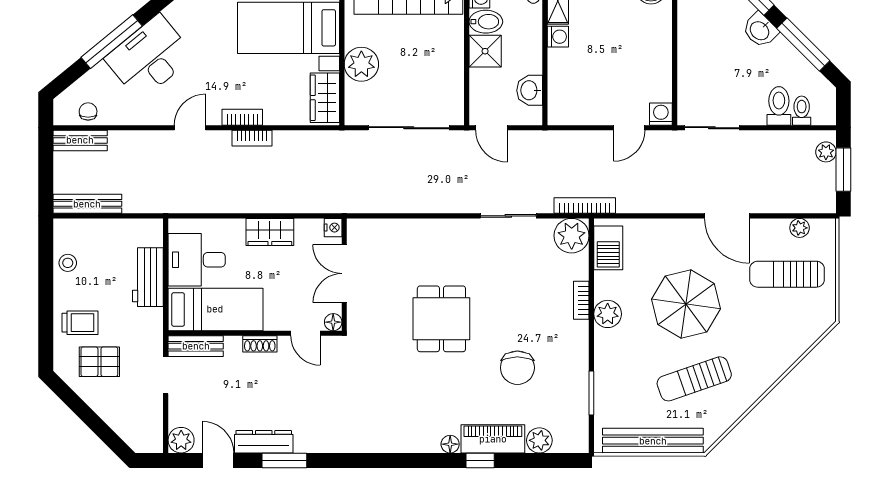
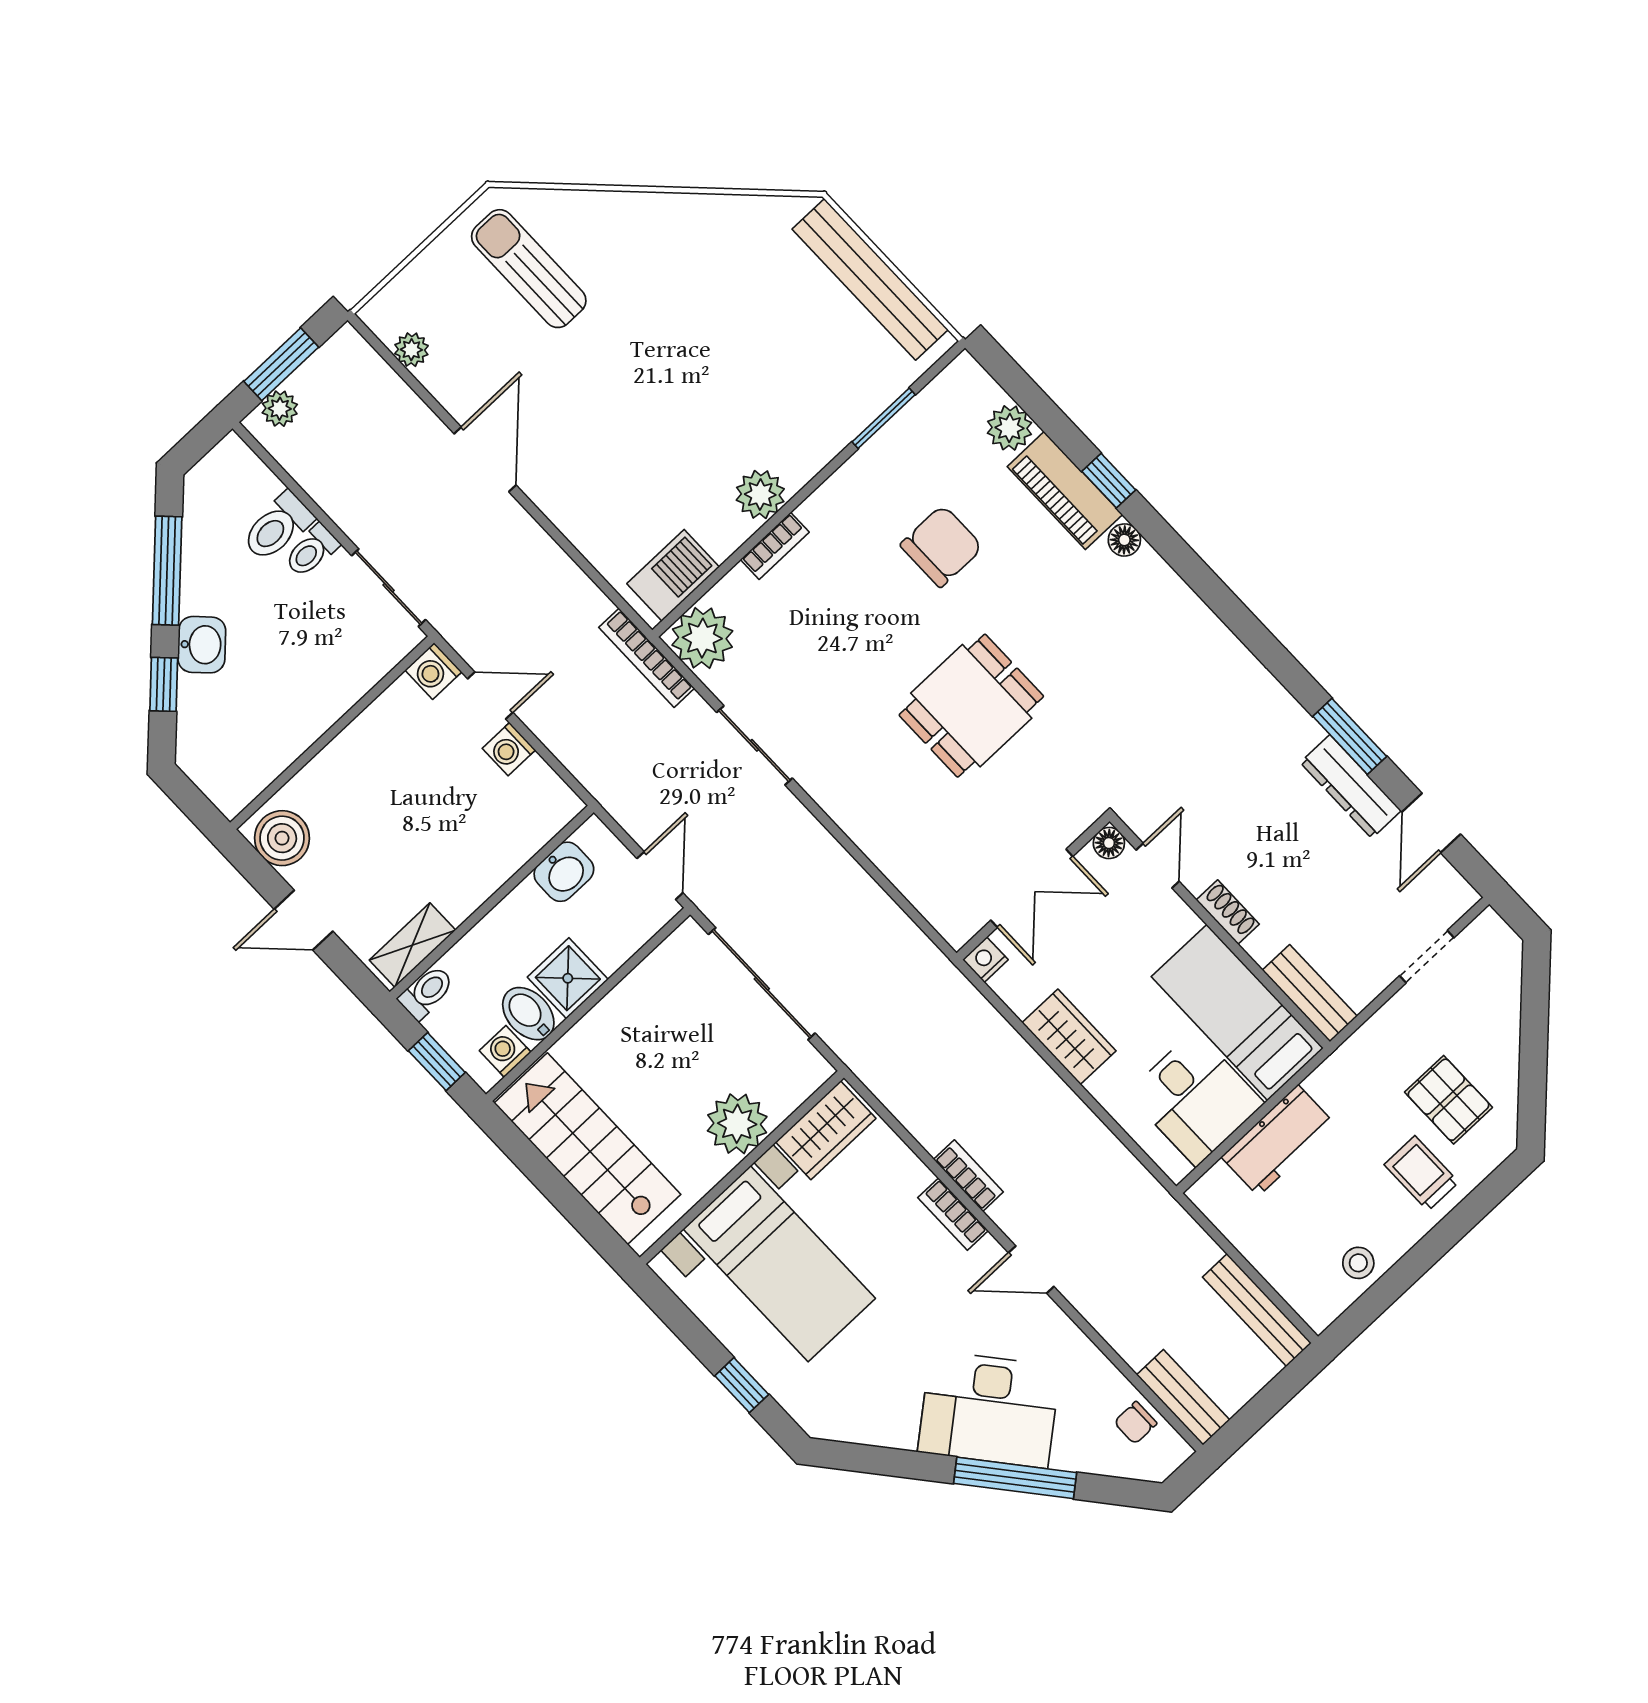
washing machine: (558, 37) -> (509, 749), moved, turned -90
toilet: (802, 111) -> (312, 551), moved
sun lounger: (787, 274) -> (529, 269), moved, turned 180
parasol: (686, 304) -> (651, 404), removed
doorway: (166, 375) -> (1427, 957), moved
sun lounger: (694, 379) -> (738, 301), removed
plant: (181, 440) -> (1450, 896), removed

